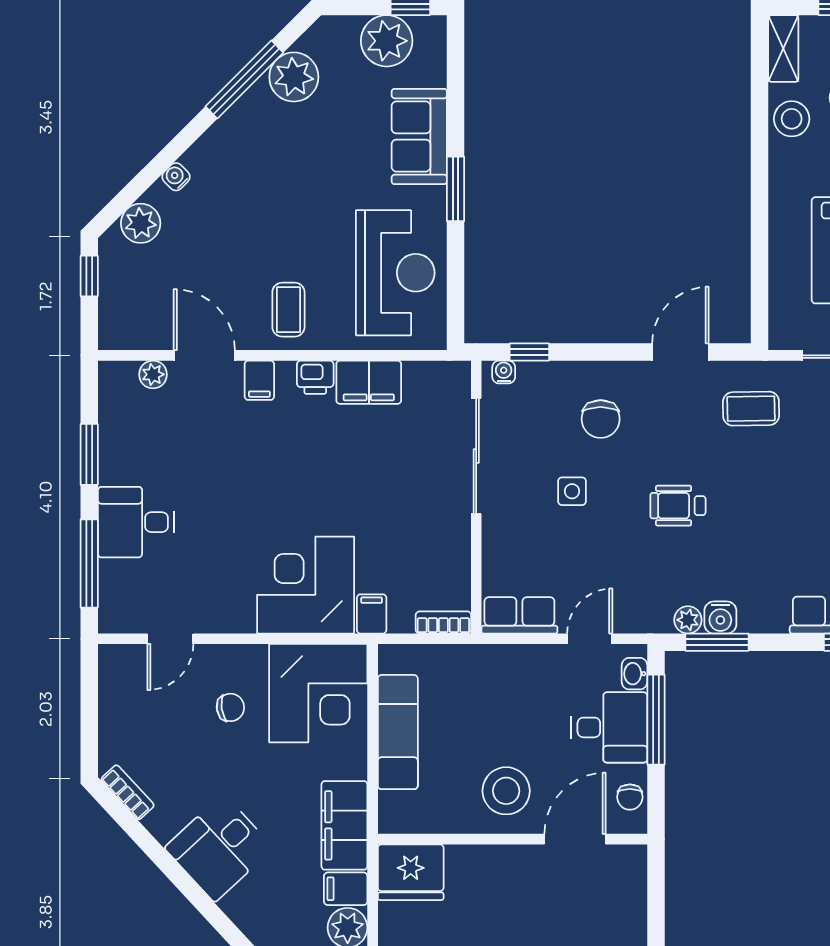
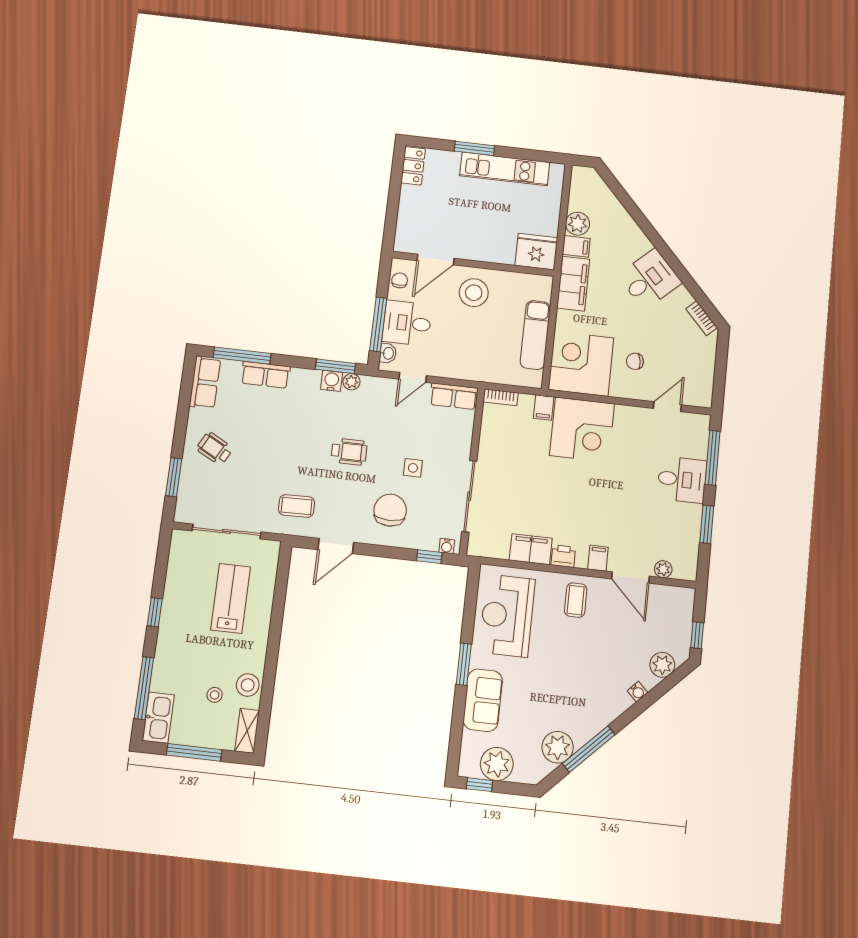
chair: (601, 419) -> (390, 510), width x1.37, depth x1.37

